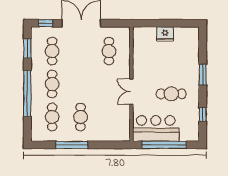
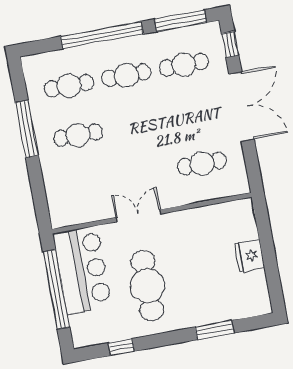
window: (27, 48) -> (180, 21), width x1.44
window: (203, 75) -> (214, 330), moved
cafe table: (171, 94) -> (147, 286), width x1.37, depth x1.35

